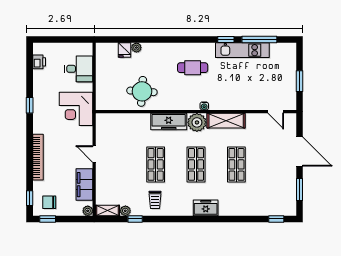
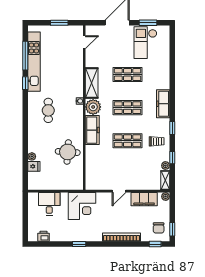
kitchen unit: (242, 50) -> (34, 62), width x1.36
checkout: (275, 186) -> (145, 43), added
freezer: (206, 208) -> (163, 104), width x1.40
window: (276, 219) -> (172, 128), moved

